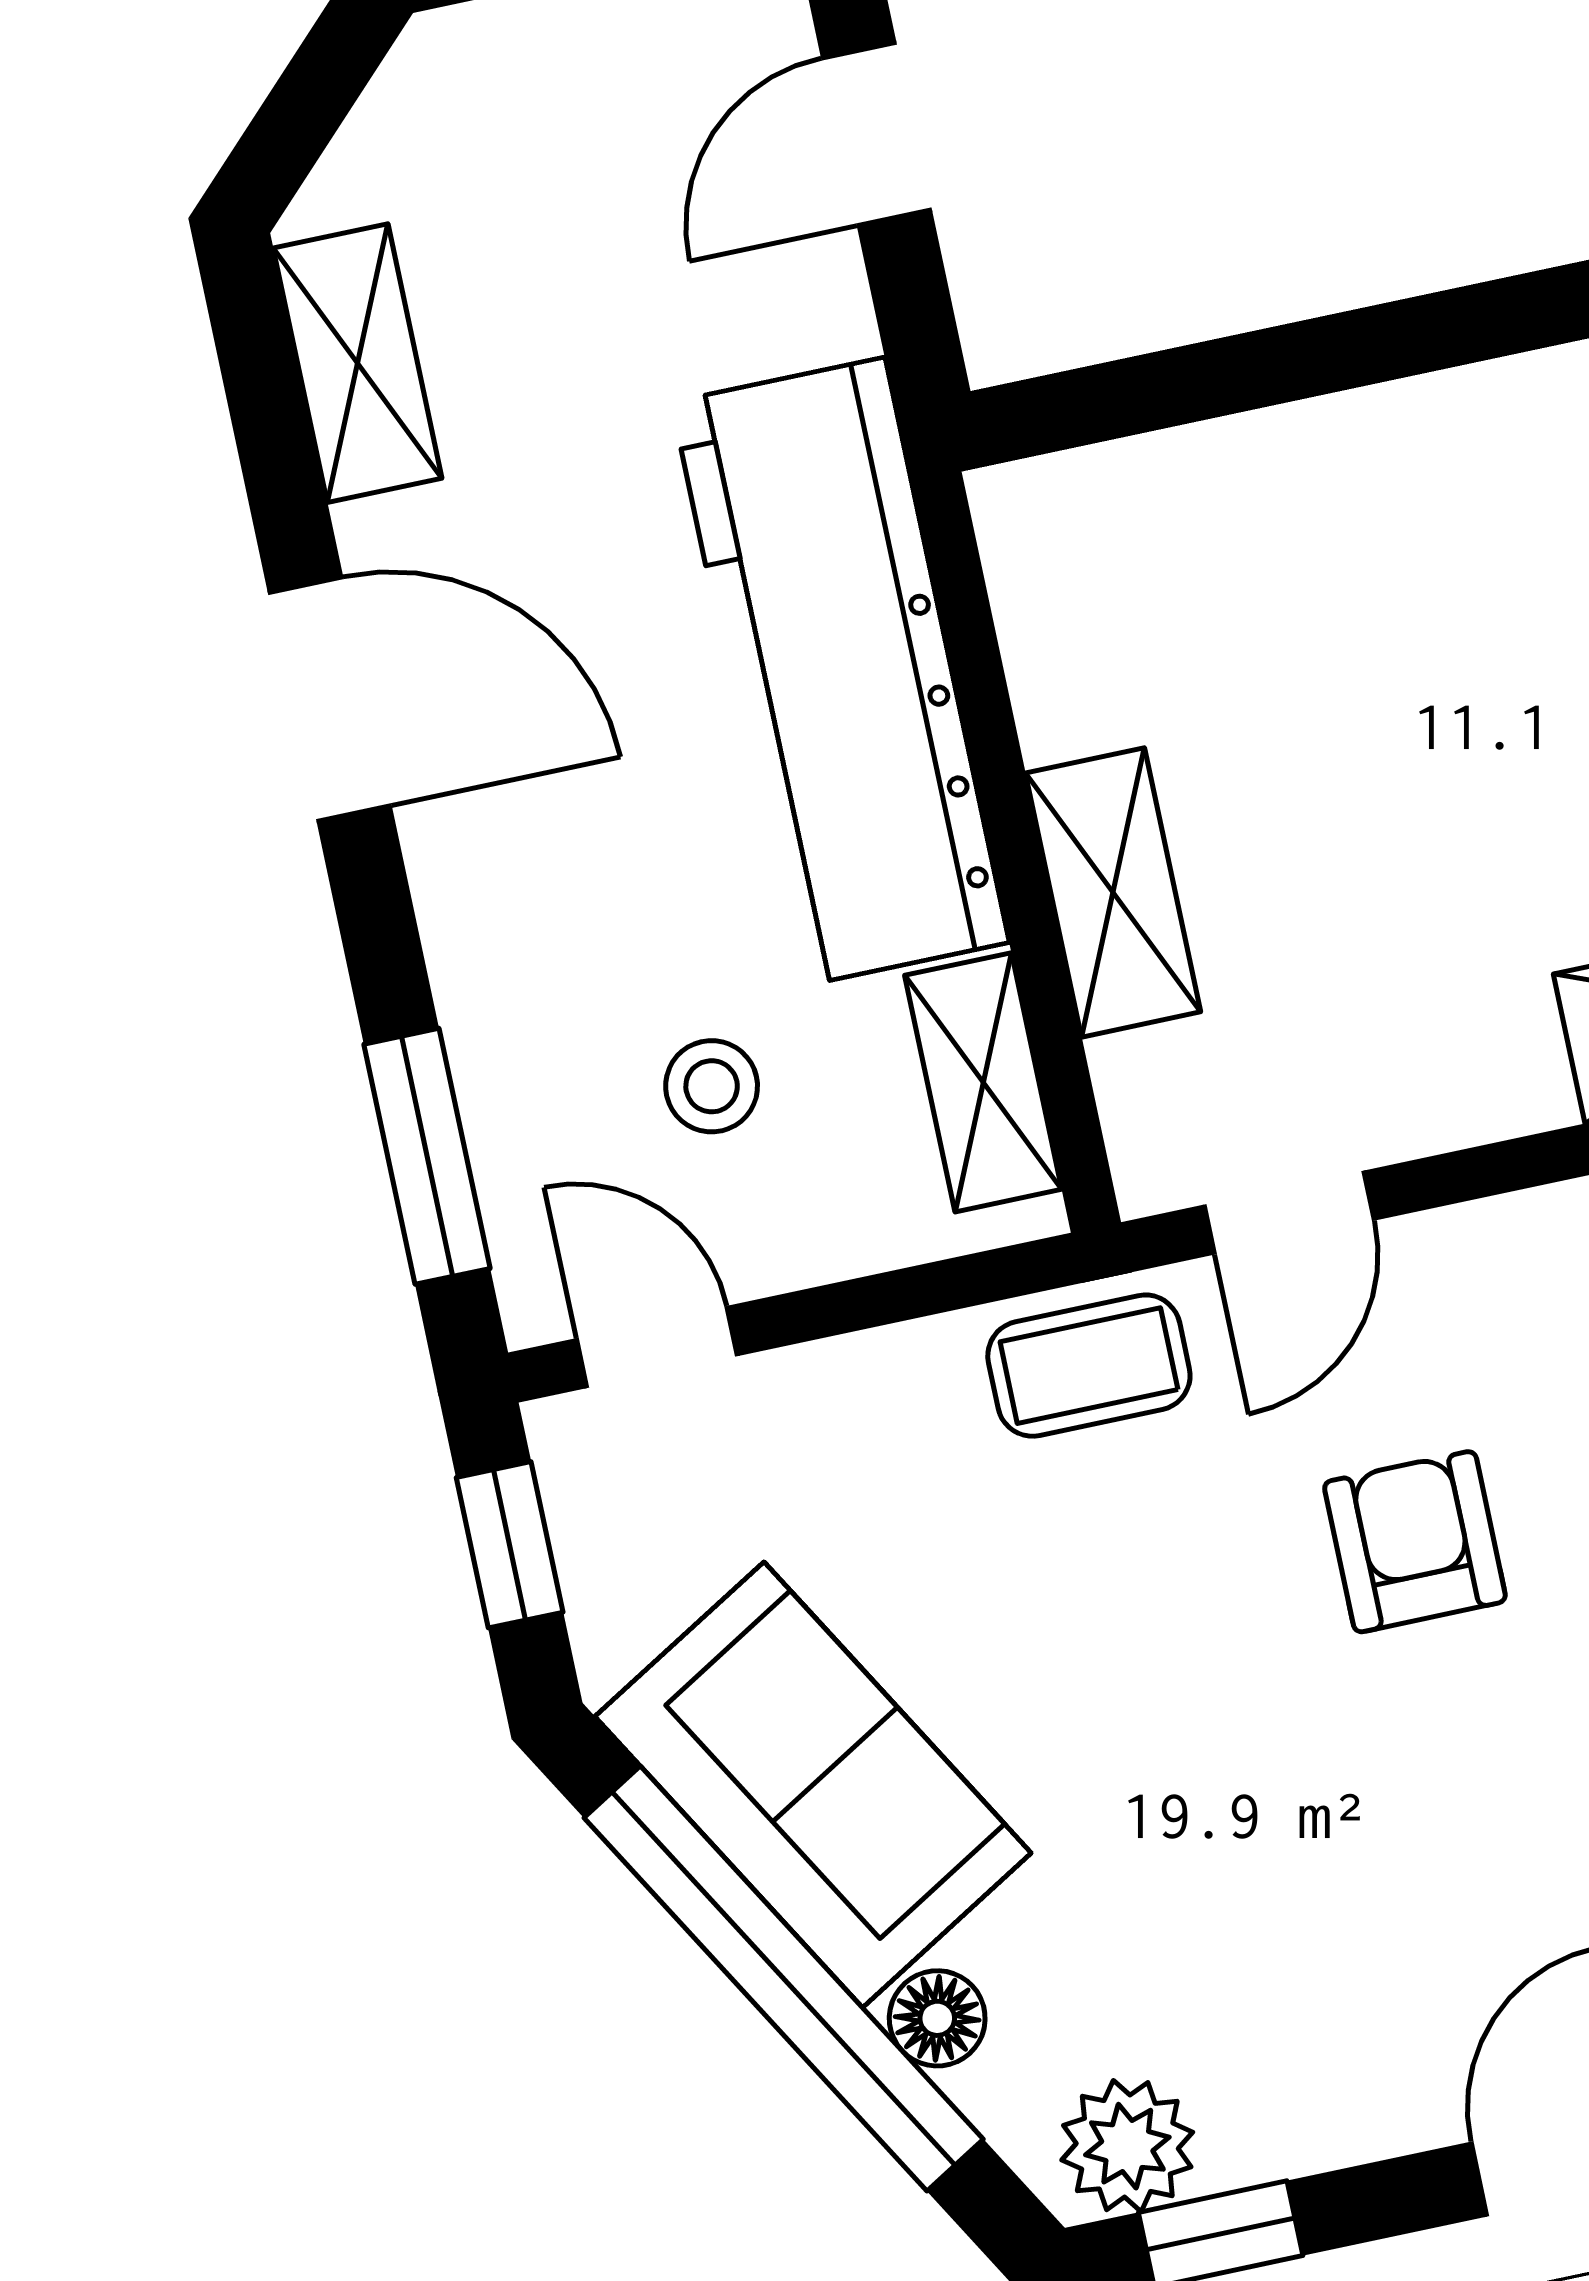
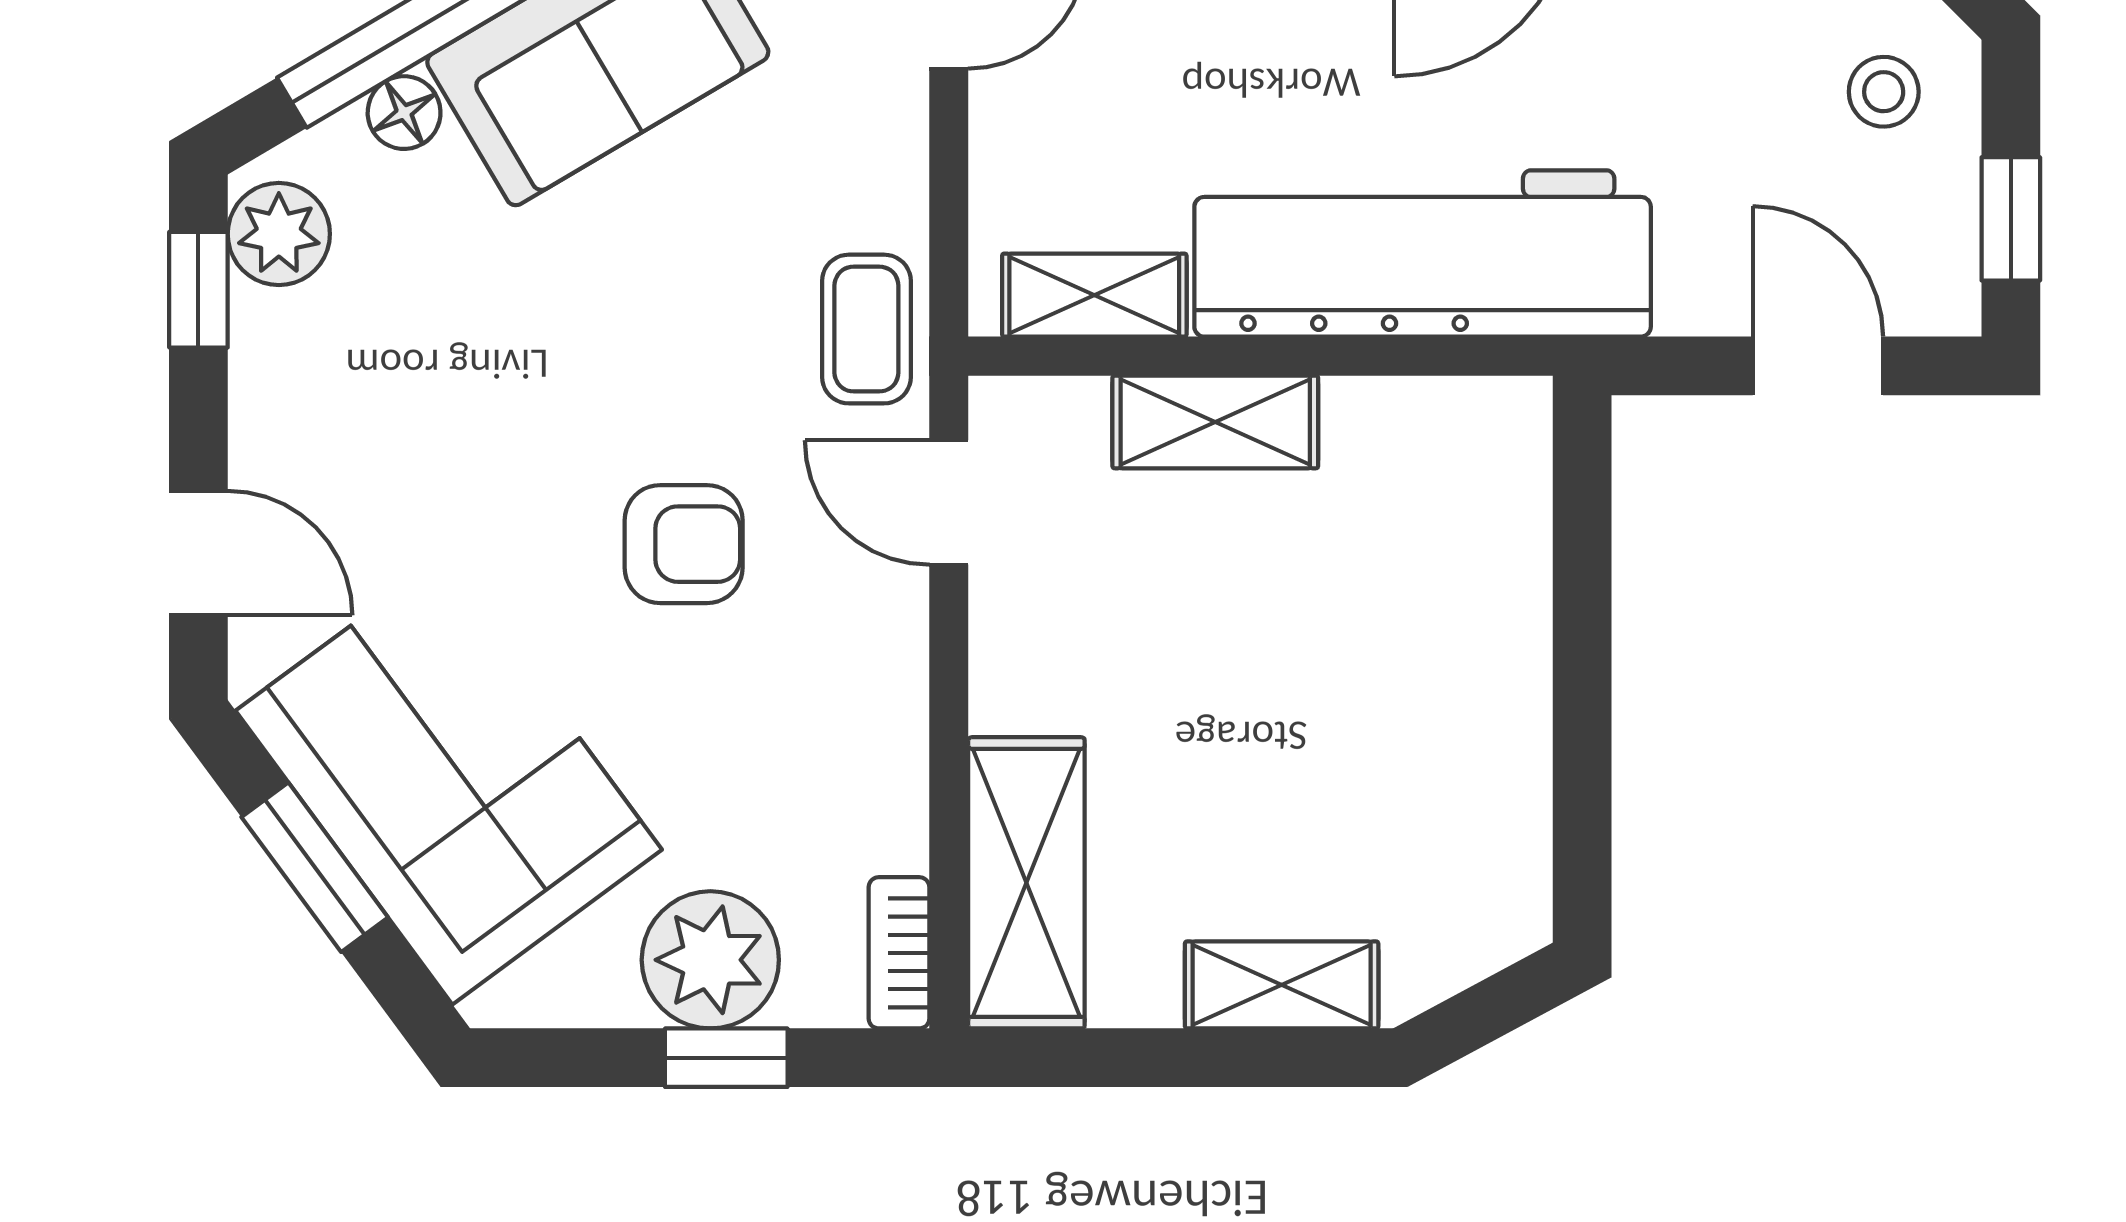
stool: (712, 1086) -> (1884, 92), moved

